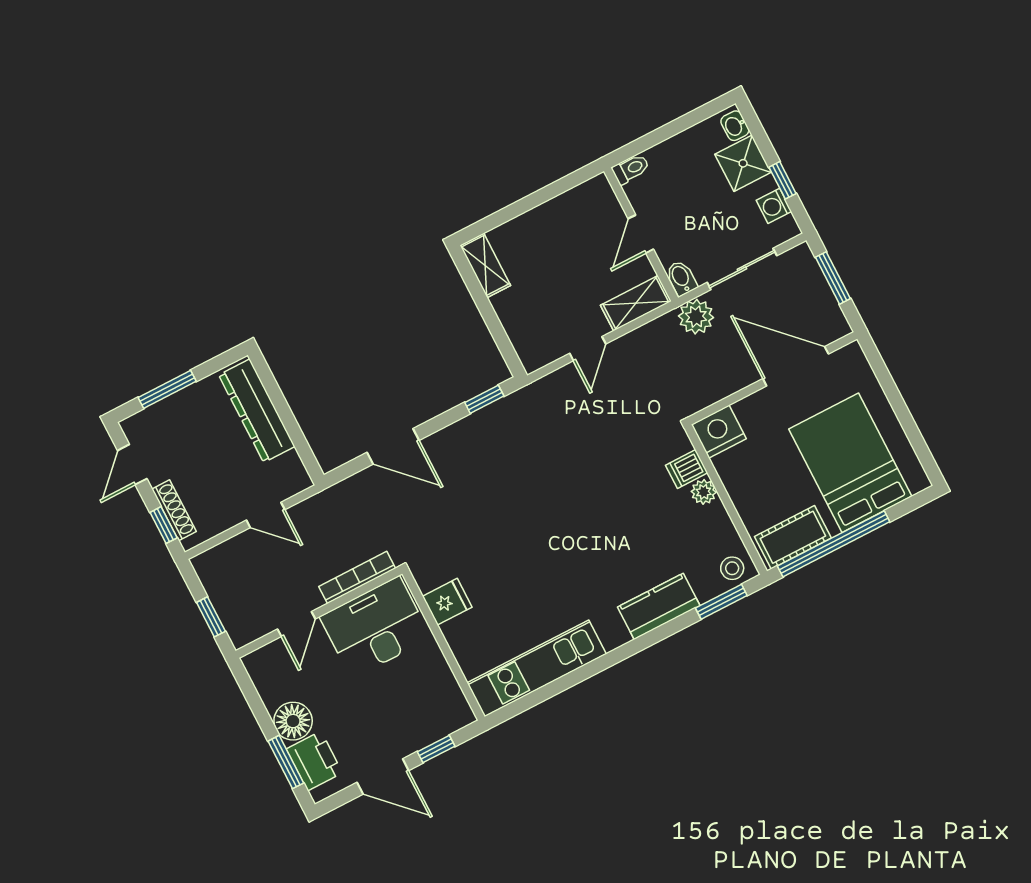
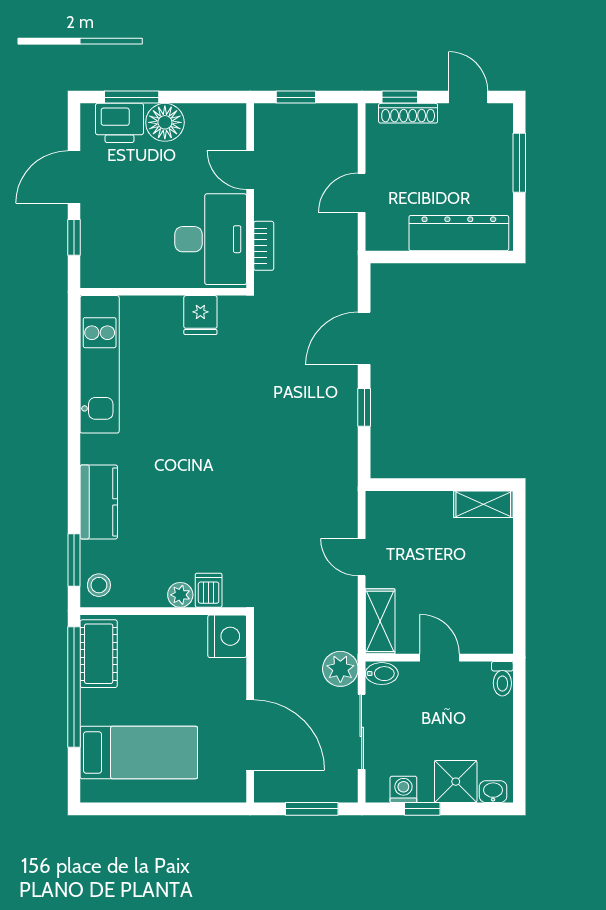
door: (796, 366) -> (250, 735), hinge flipped
window: (484, 399) -> (364, 407), moved
bed: (850, 463) -> (139, 752), width x0.67
bookcase: (357, 577) -> (264, 246), width x0.64

